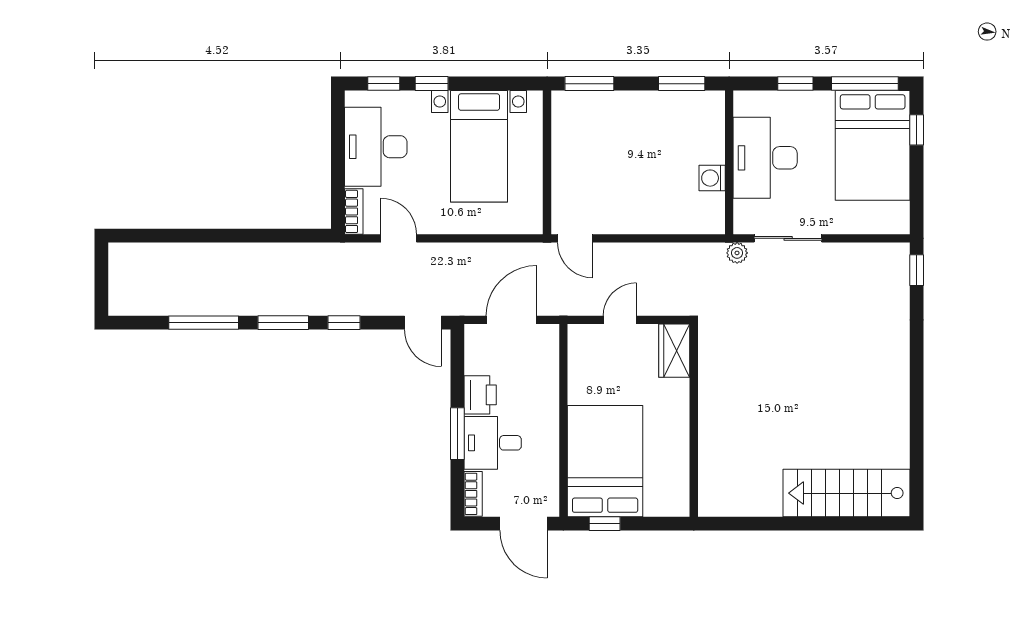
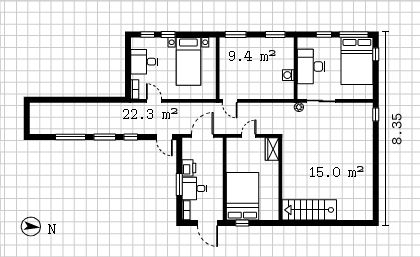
desk: (376, 147) -> (144, 62), width x0.73
stairs: (846, 493) -> (309, 210), moved

